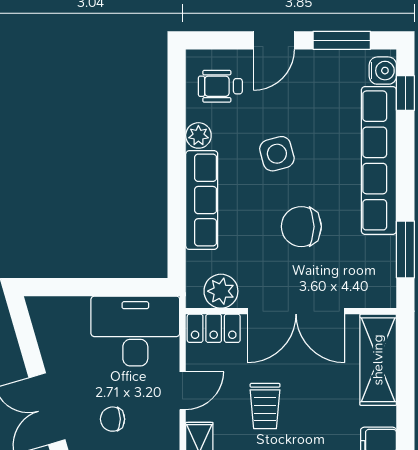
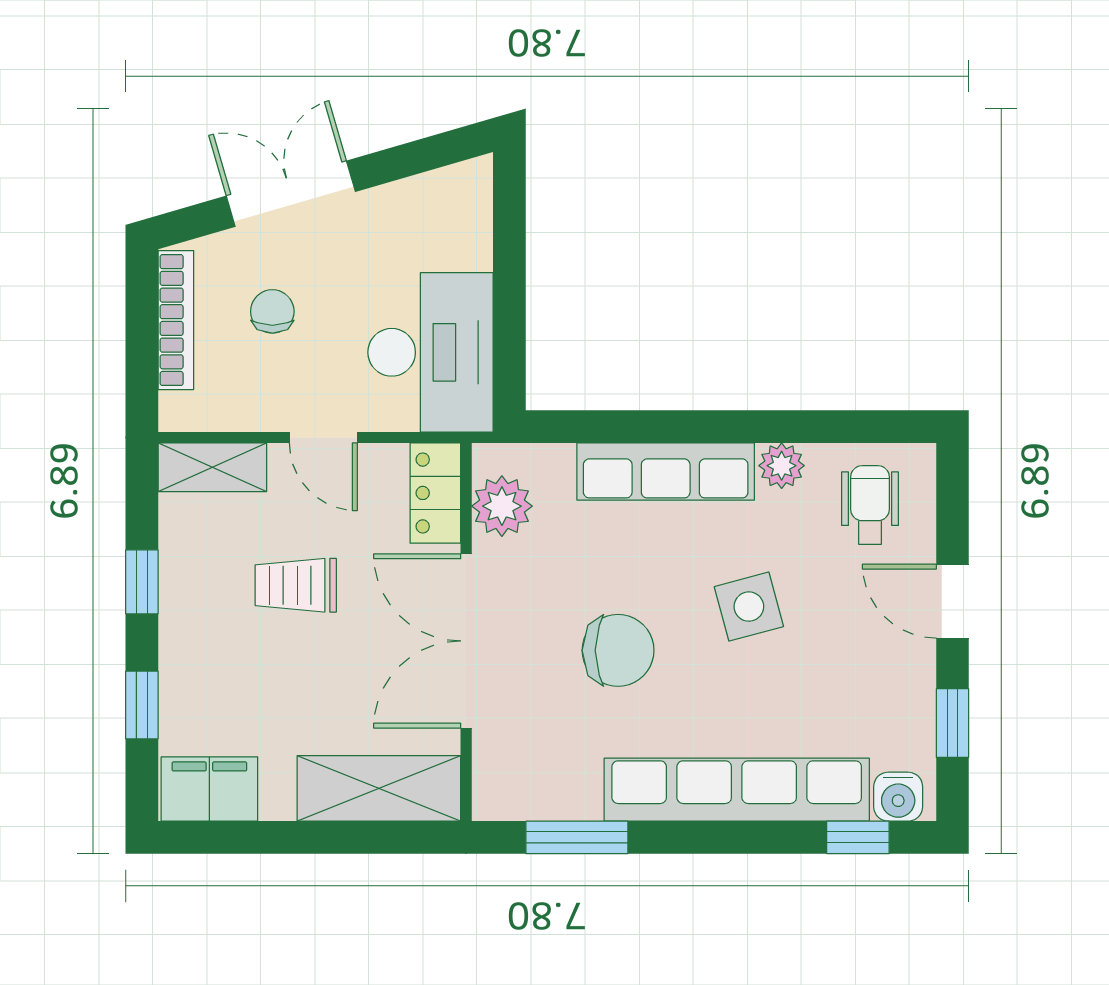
window: (342, 40) -> (953, 723), width x0.67
chair: (301, 227) -> (618, 650), turned 90

